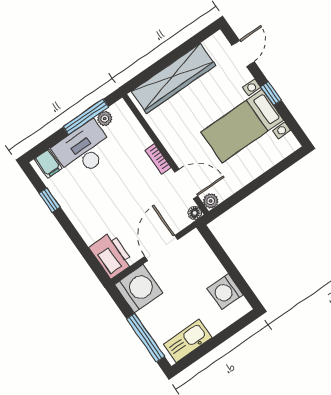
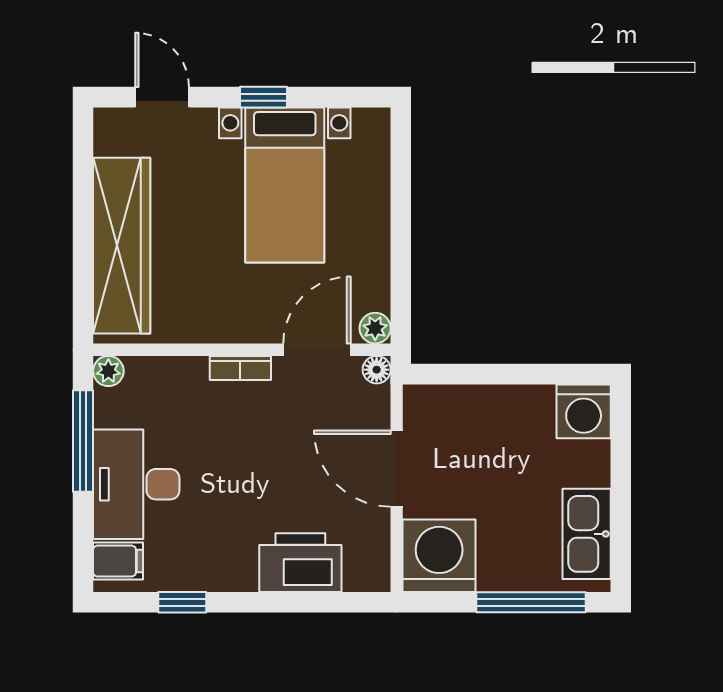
plant: (105, 119) -> (108, 371), moved
printer: (111, 255) -> (300, 563), moved
washing machine: (225, 292) -> (584, 411), moved

